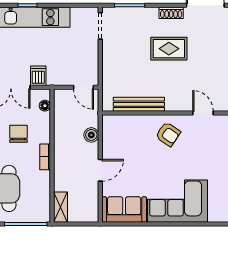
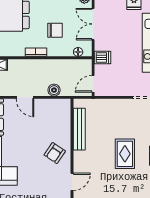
dishwasher: (38, 76) -> (103, 58), moved

